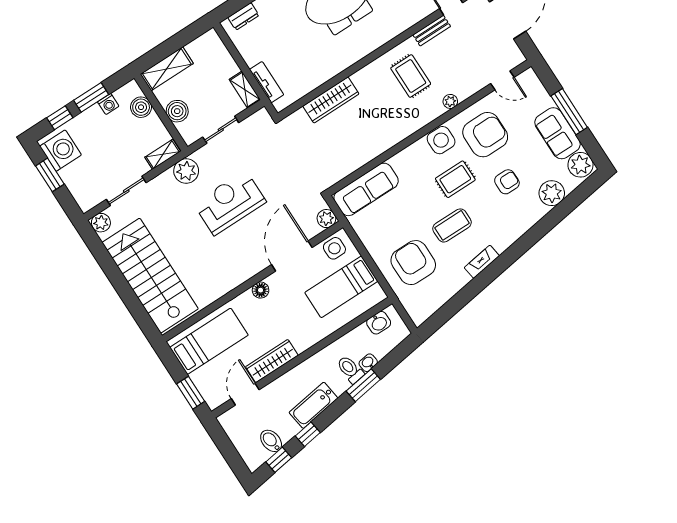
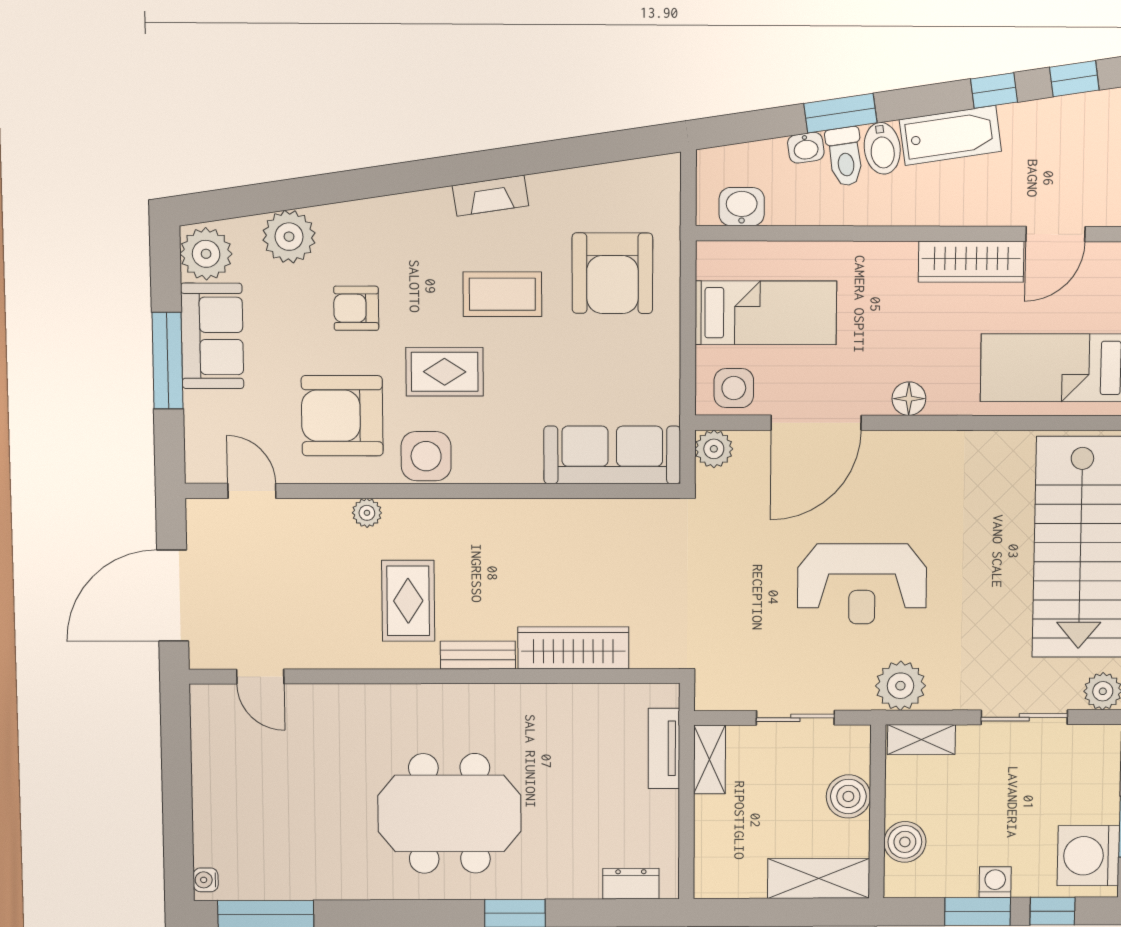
bench: (432, 31) -> (478, 655), moved
washing machine: (108, 104) -> (995, 882), moved
bidet: (271, 441) -> (882, 148), moved

